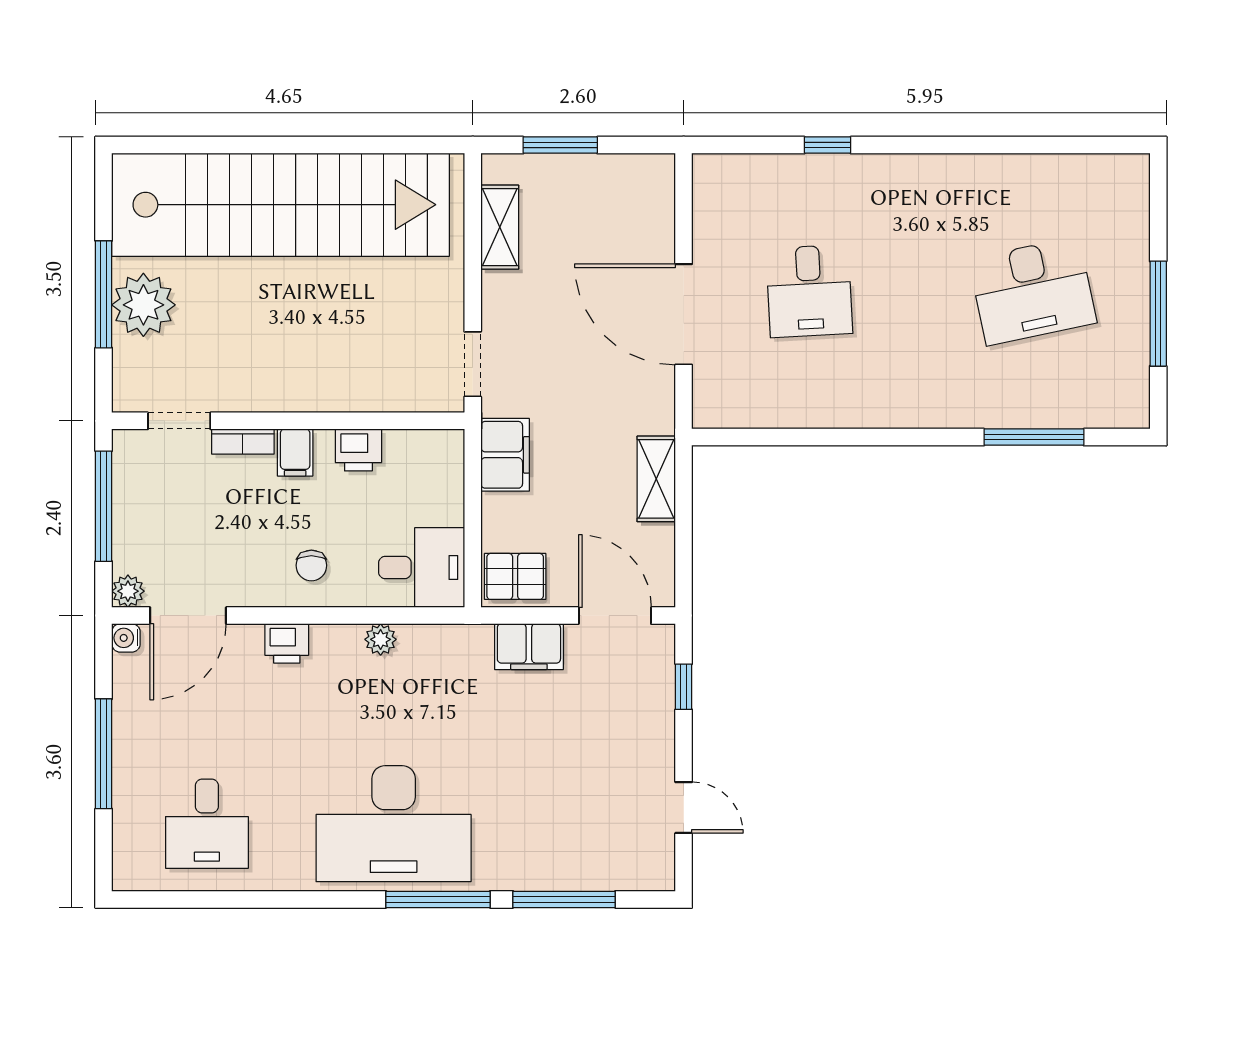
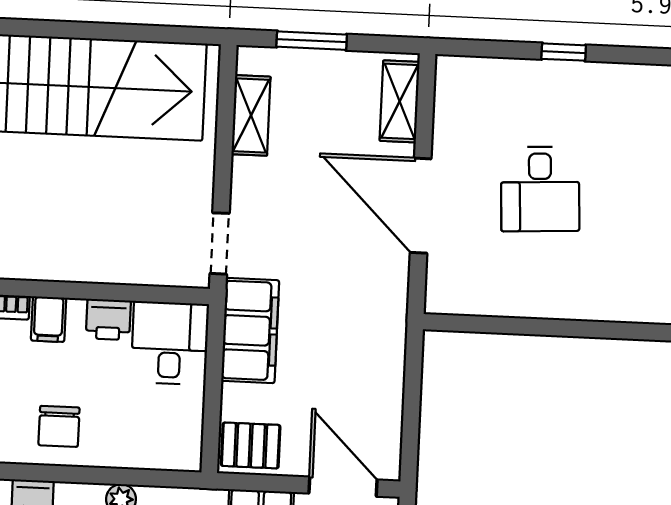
filing cabinet: (505, 455) -> (250, 330), width x1.50, depth x1.17
shelving: (656, 479) -> (400, 101), moved
chair: (311, 565) -> (59, 426), width x1.37, depth x1.37
desk: (422, 568) -> (170, 343), moved, turned -90

